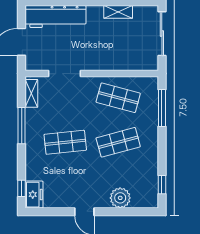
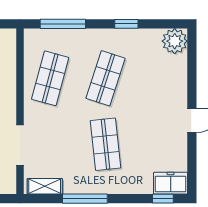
shop shelf: (118, 142) -> (106, 78), turned 33
window: (162, 185) -> (126, 24), moved
plant: (120, 198) -> (175, 41), moved

